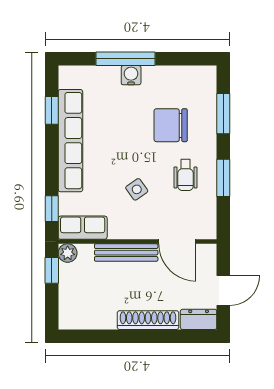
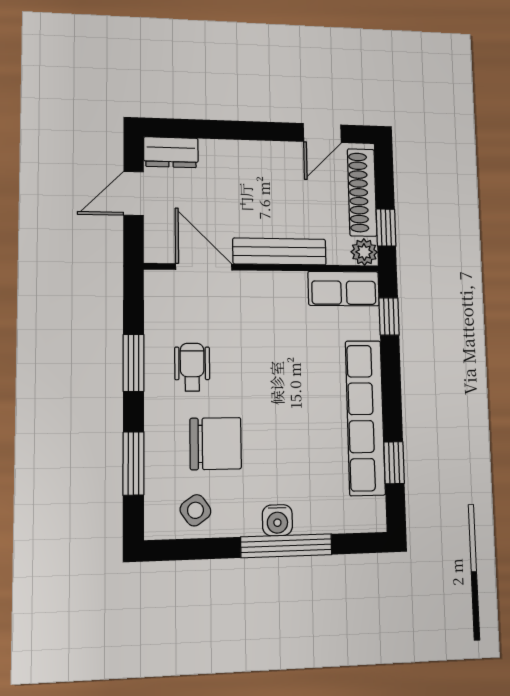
side table: (137, 189) -> (195, 510), moved
shoe rack: (148, 320) -> (362, 192), moved, turned 90
door: (95, 336) -> (322, 133), added

